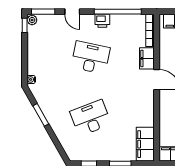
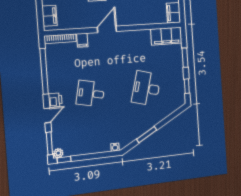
printer: (102, 21) -> (55, 100), moved
desk: (91, 58) -> (90, 93), width x0.73
filing cabinet: (147, 58) -> (82, 40), width x0.50
desk: (91, 118) -> (146, 88), turned 36

